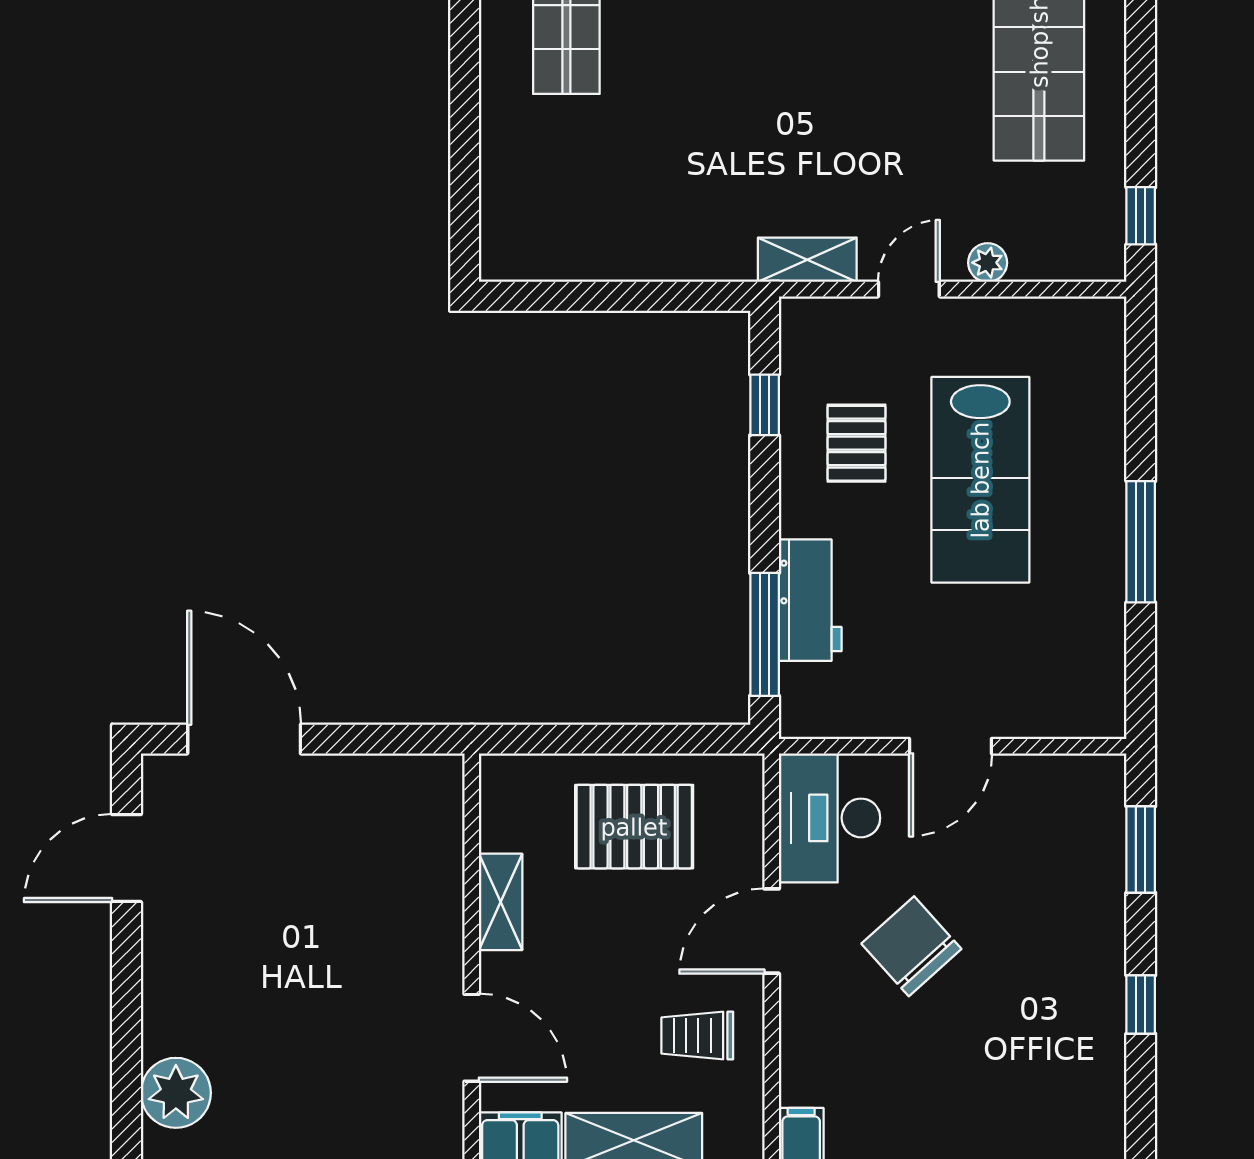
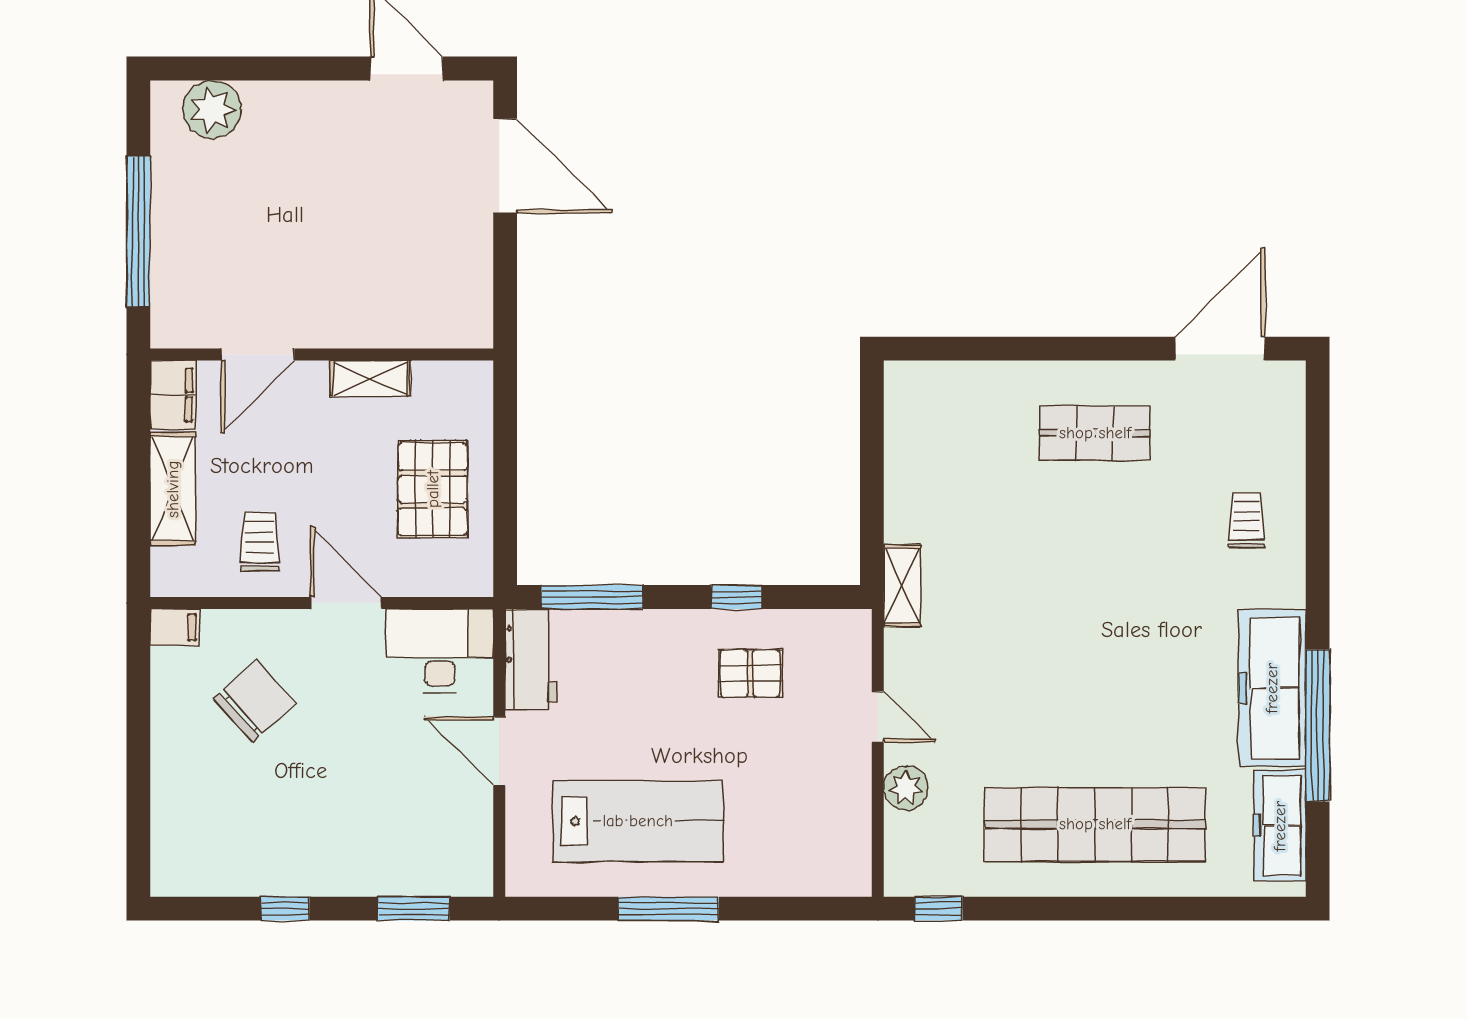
shelving: (807, 260) -> (902, 586), moved
plant: (988, 263) -> (906, 788), width x1.38, depth x1.38
window: (765, 405) -> (736, 597), moved
lab bench: (980, 480) -> (638, 821), moved, turned 180
workbench: (810, 600) -> (531, 659), moved, turned -90
door: (244, 739) -> (505, 166), hinge flipped
chair: (911, 946) -> (255, 701), moved

